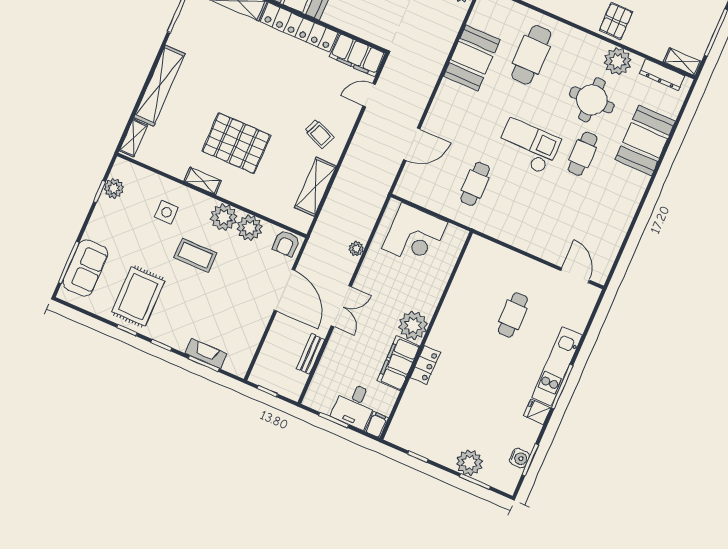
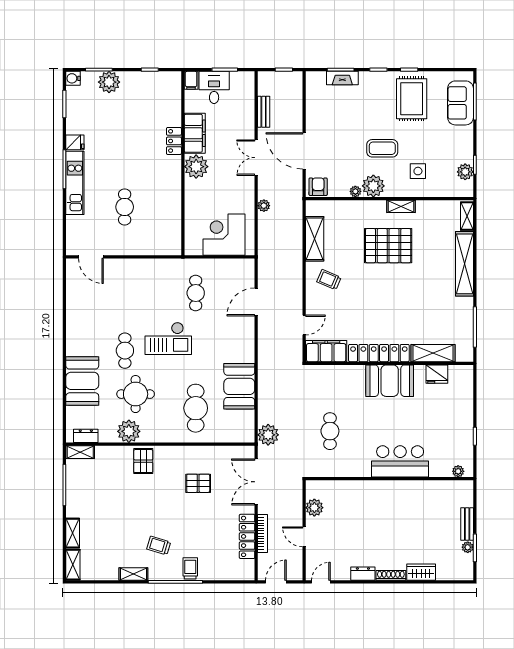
dresser: (662, 75) -> (86, 436), width x0.70
plant: (250, 228) -> (355, 191), width x0.53, depth x0.53
water cooler: (519, 458) -> (73, 78), moved

